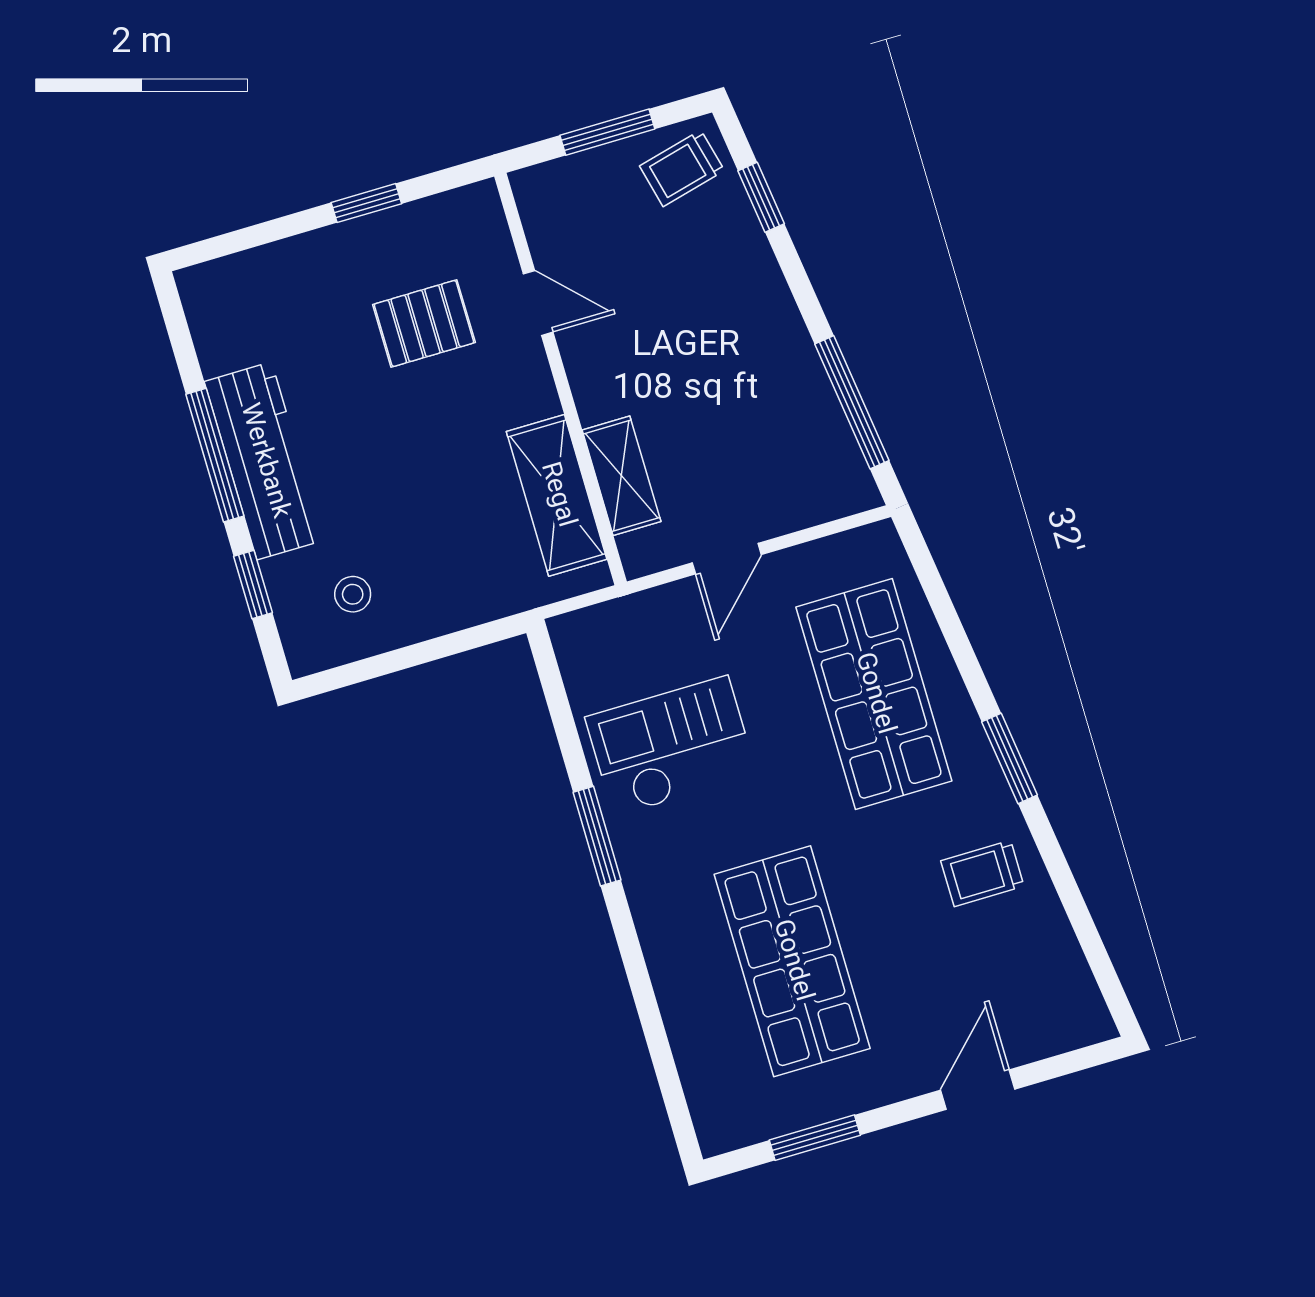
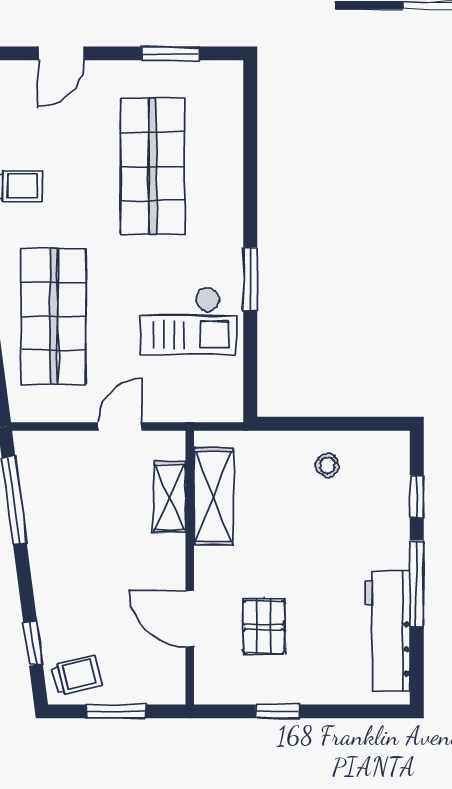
door: (538, 303) -> (190, 619), width x1.38
pallet: (424, 323) -> (264, 627), turned 90
workbench: (264, 461) -> (387, 631), moved
stool: (353, 594) -> (327, 465), moved

